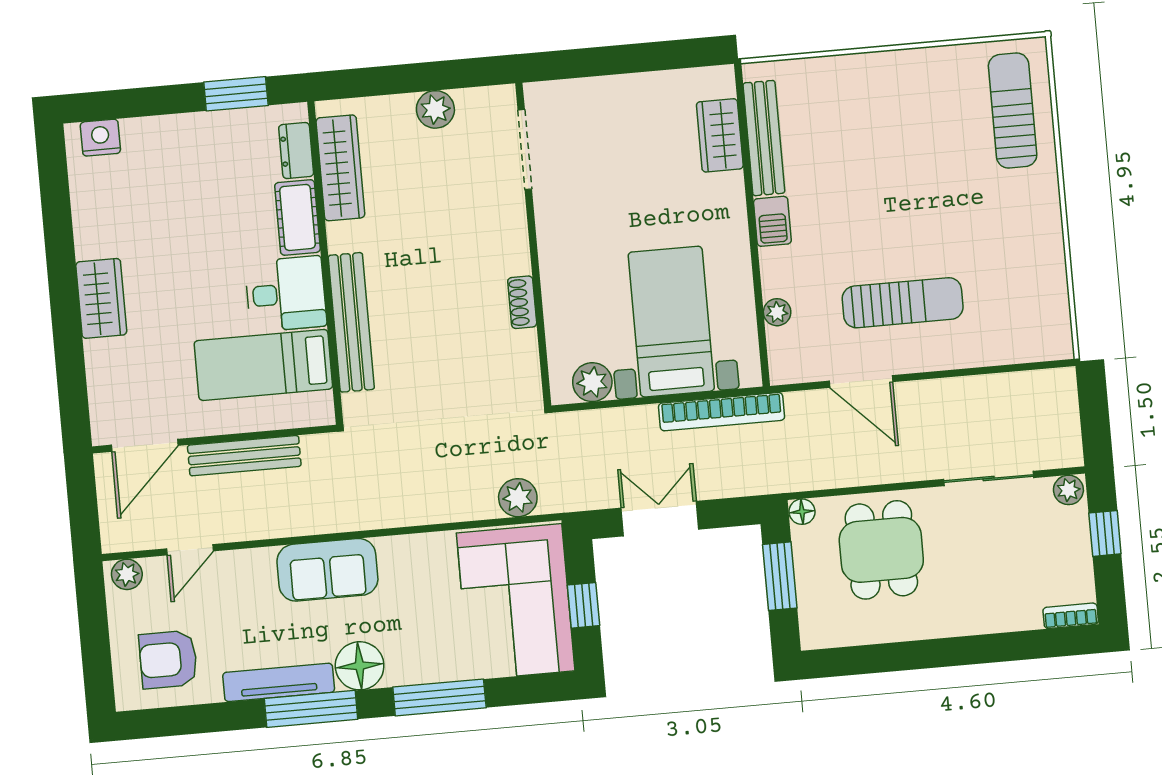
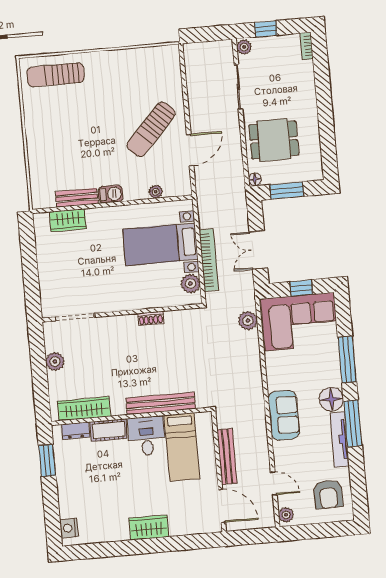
bench: (764, 138) -> (77, 198), width x0.73
sun lounger: (903, 303) -> (151, 129), turned -137
bookcase: (722, 412) -> (209, 260), moved

